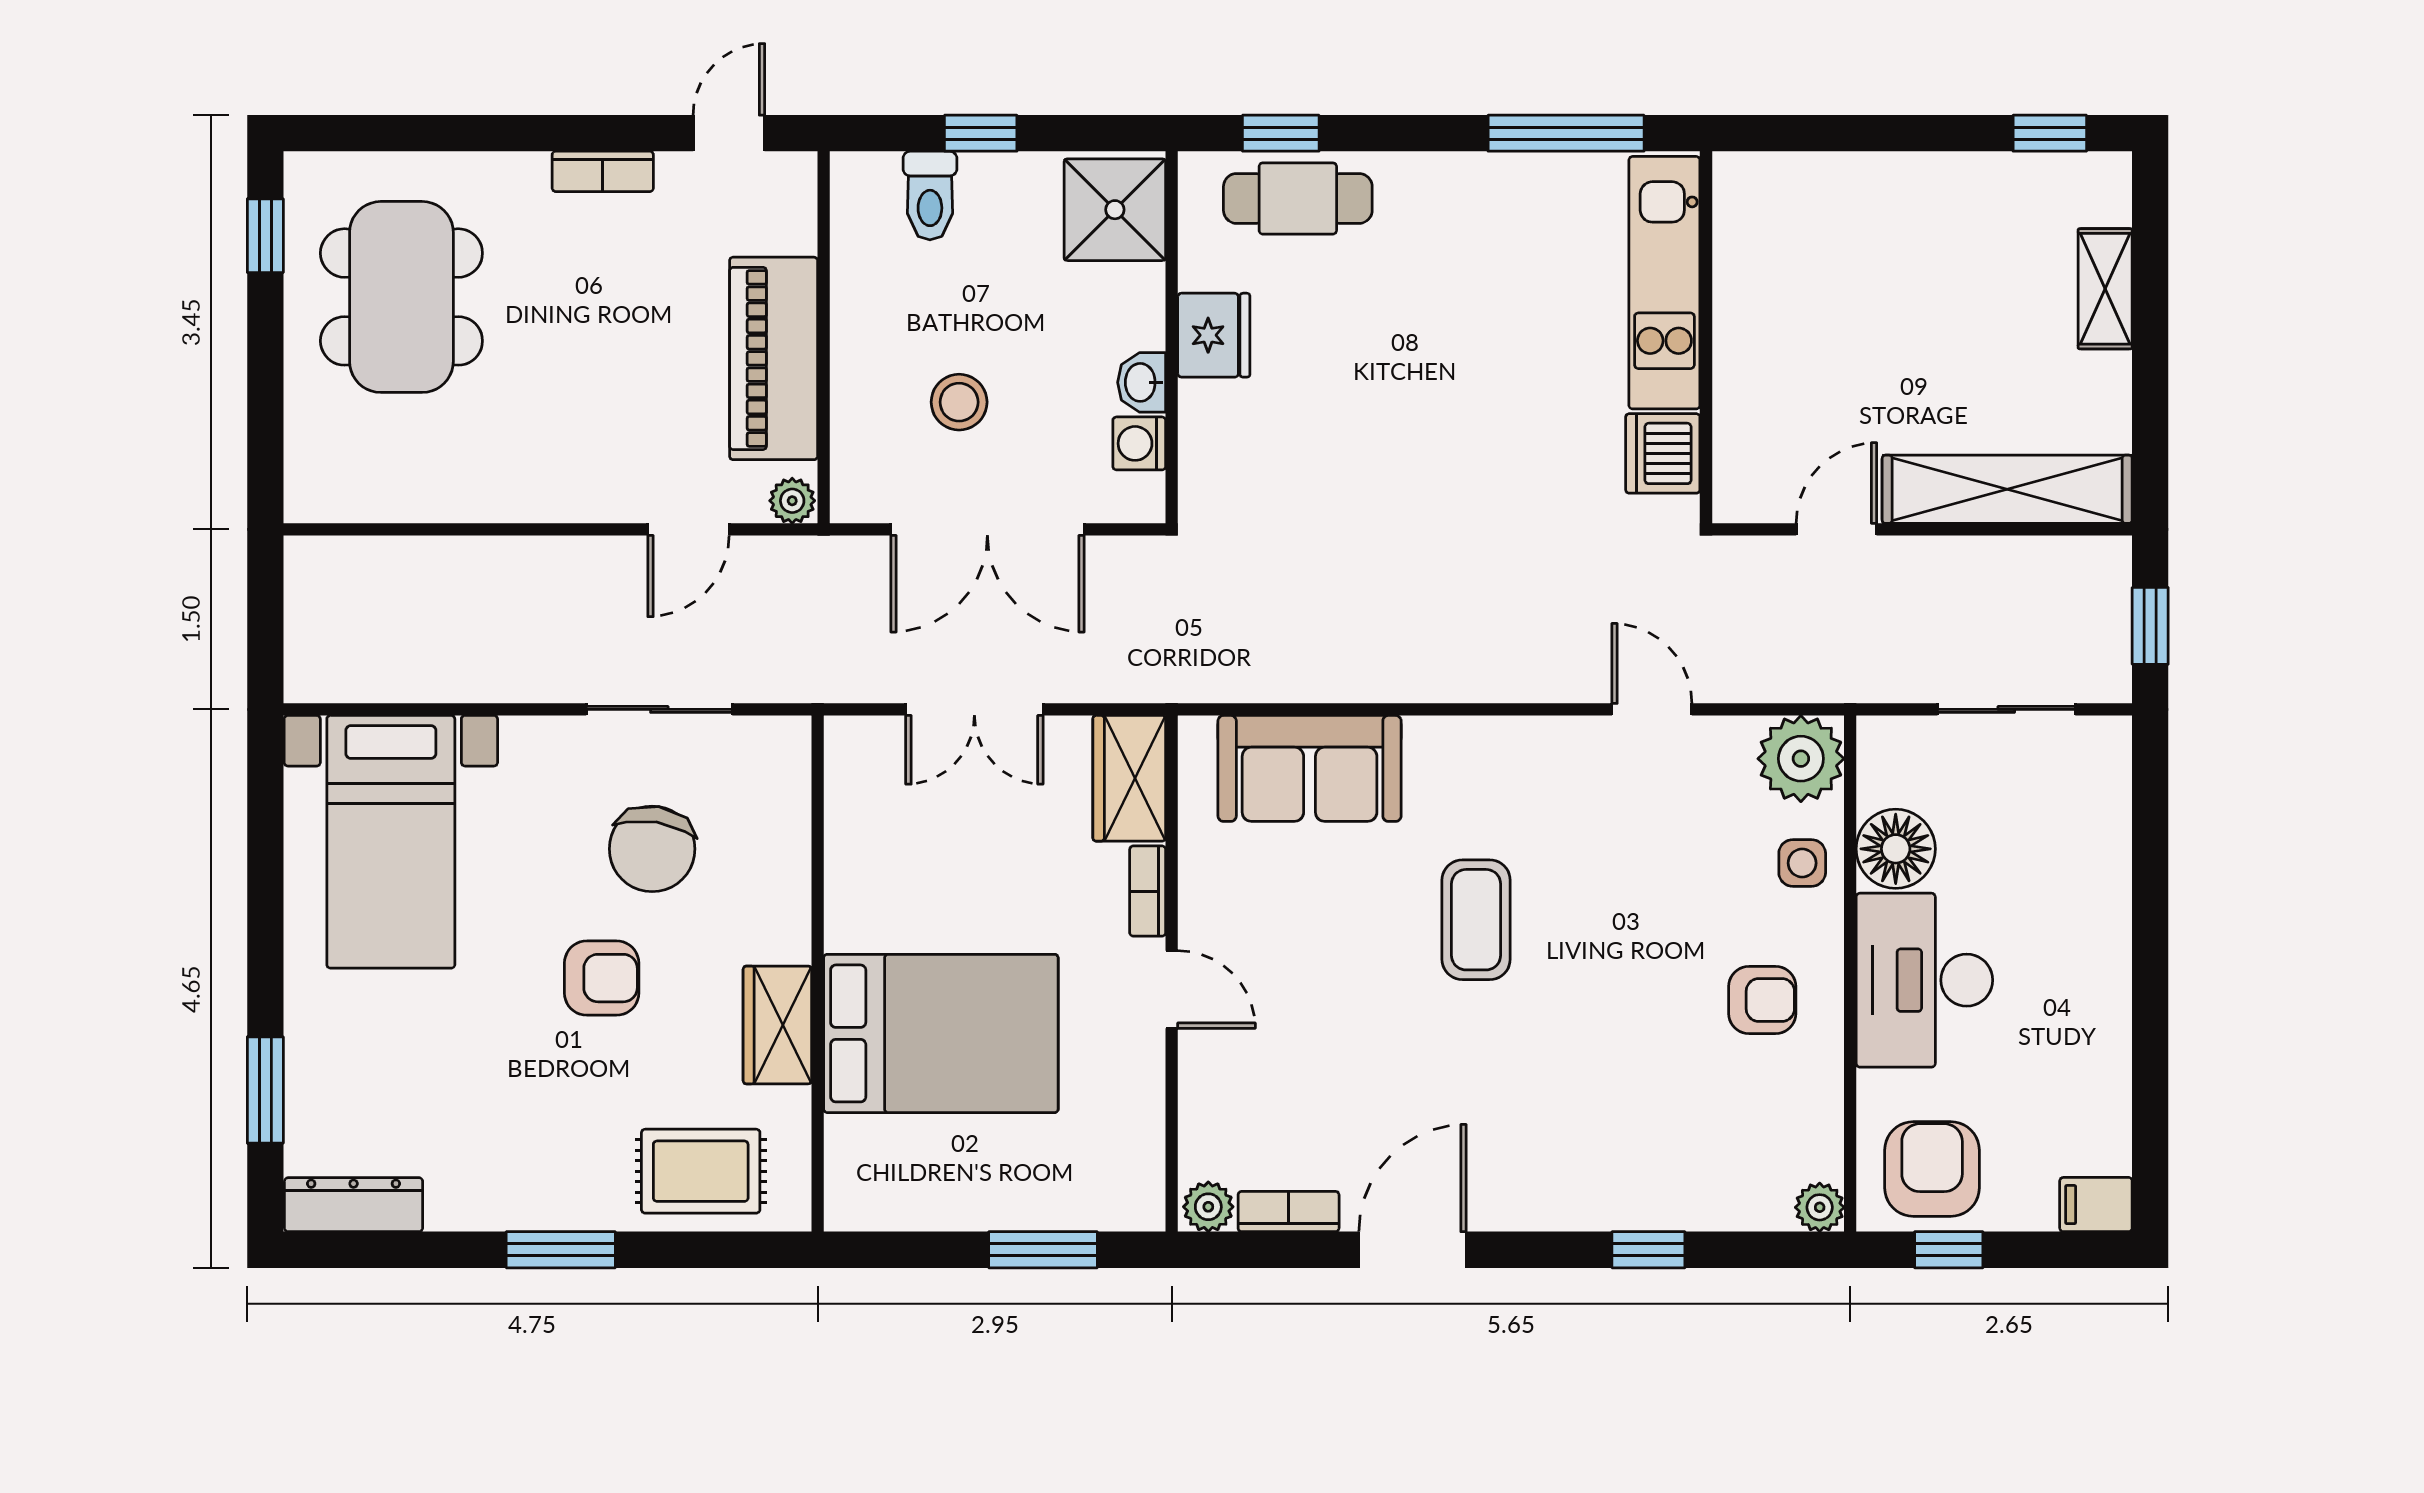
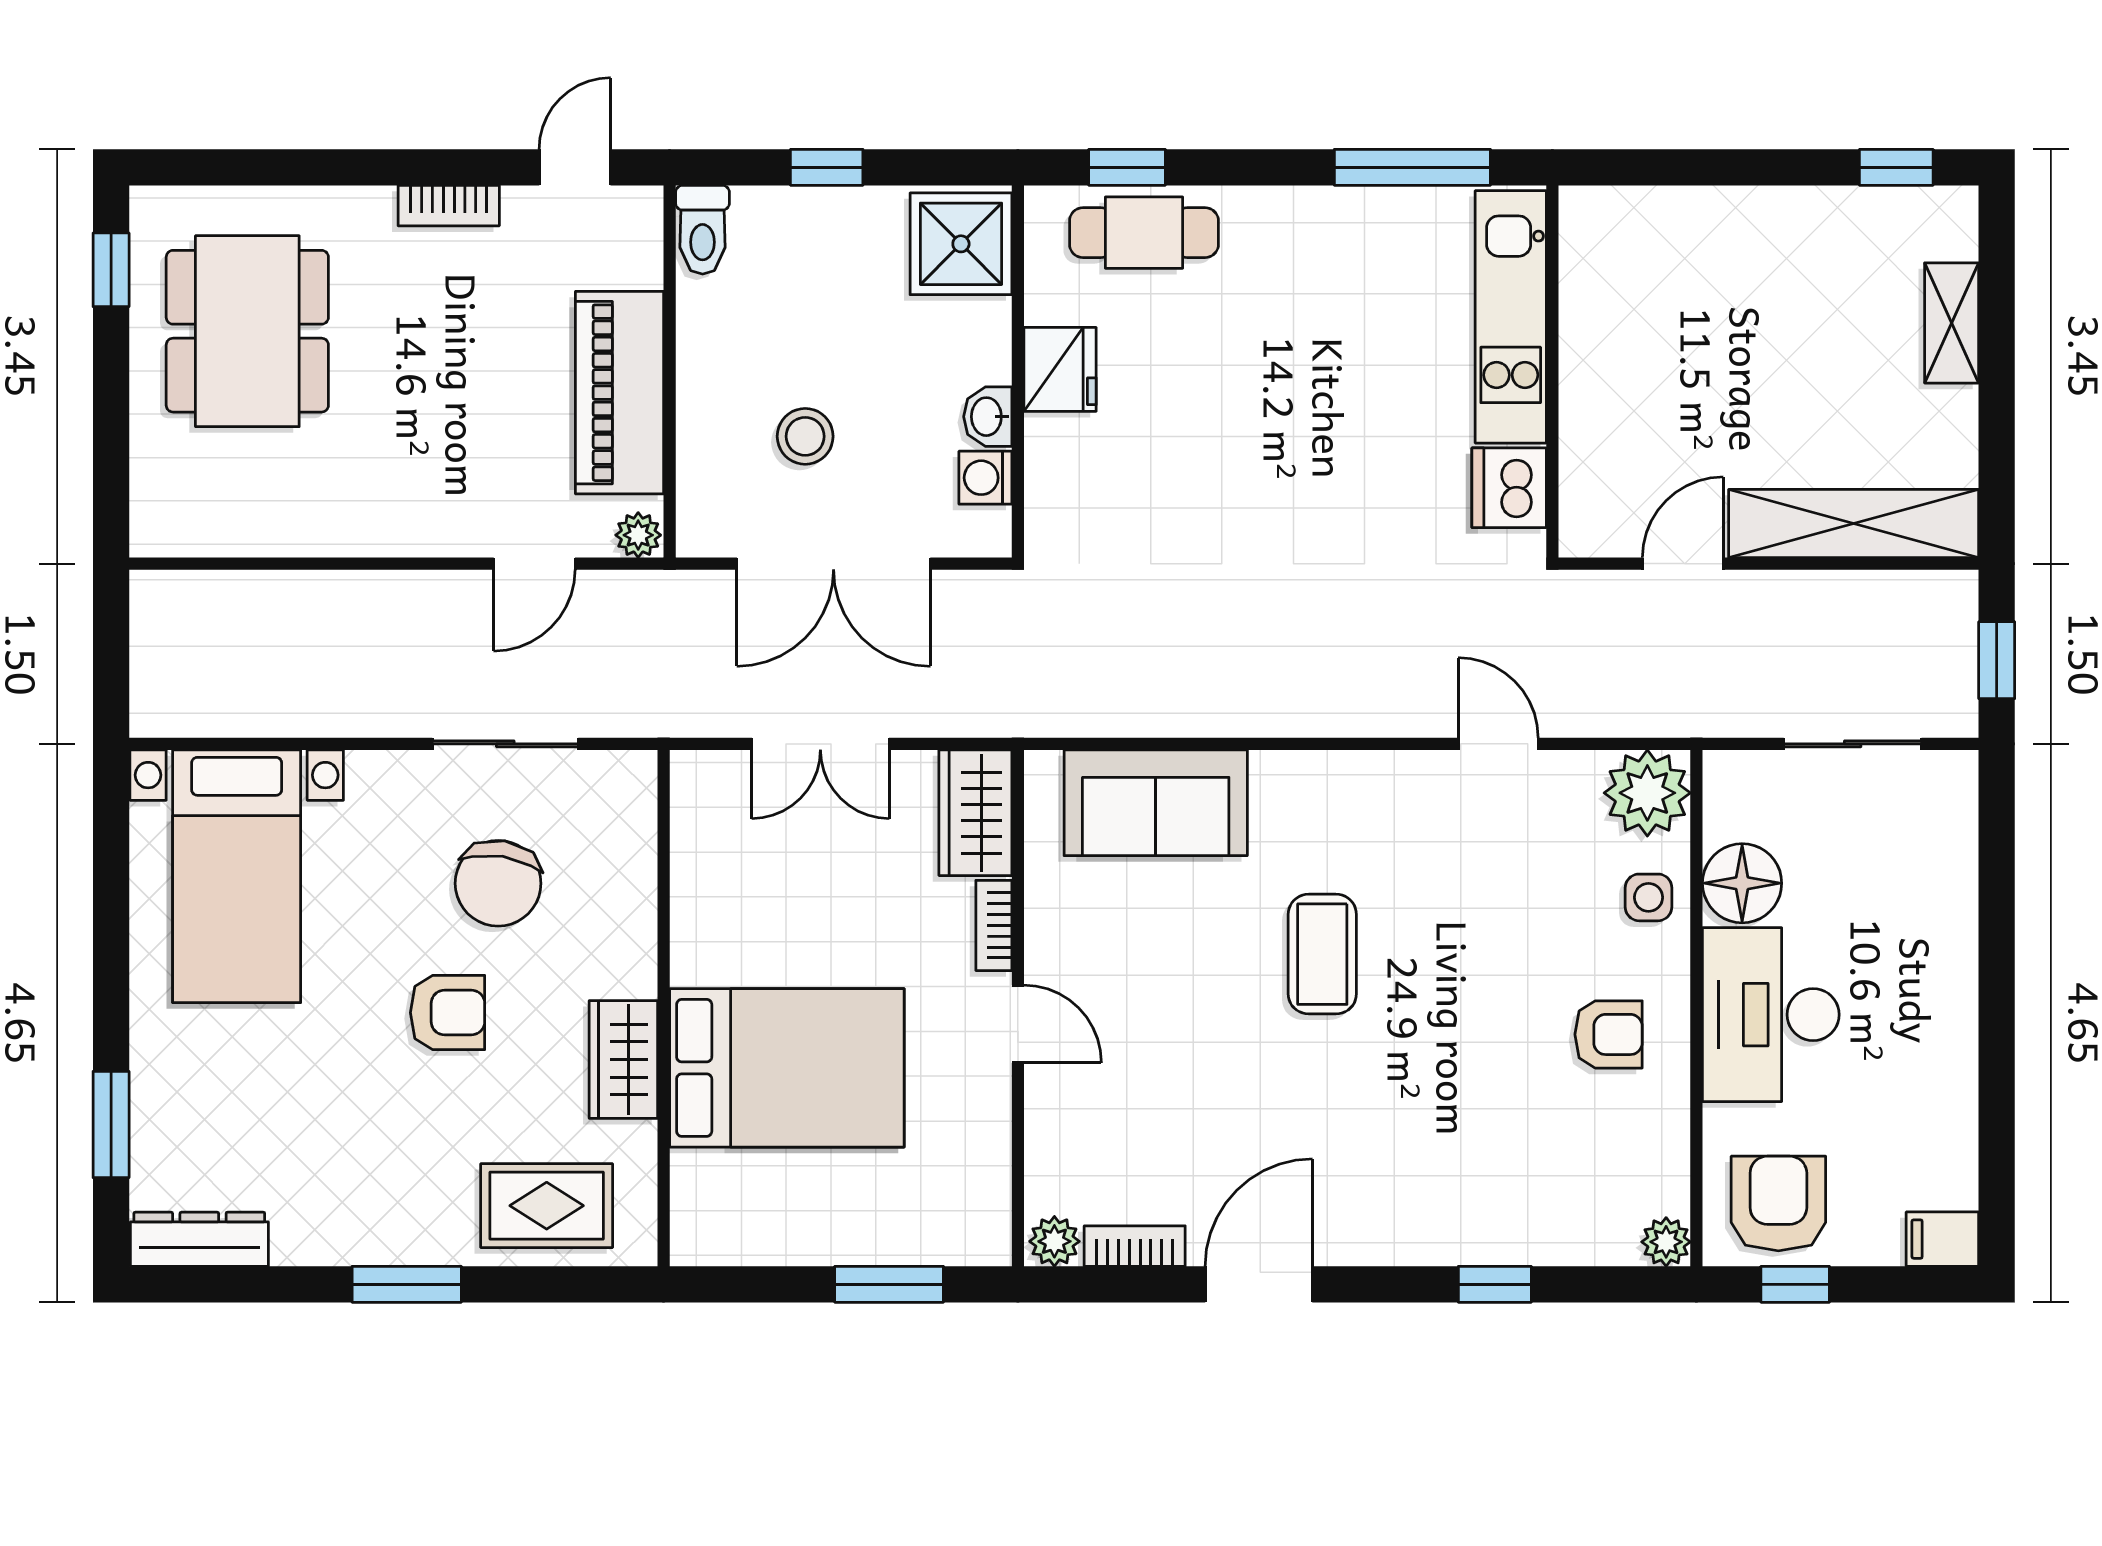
toilet: (930, 196) -> (703, 230), moved

